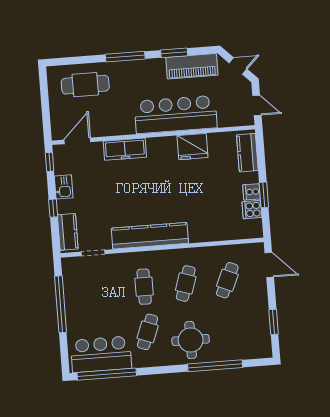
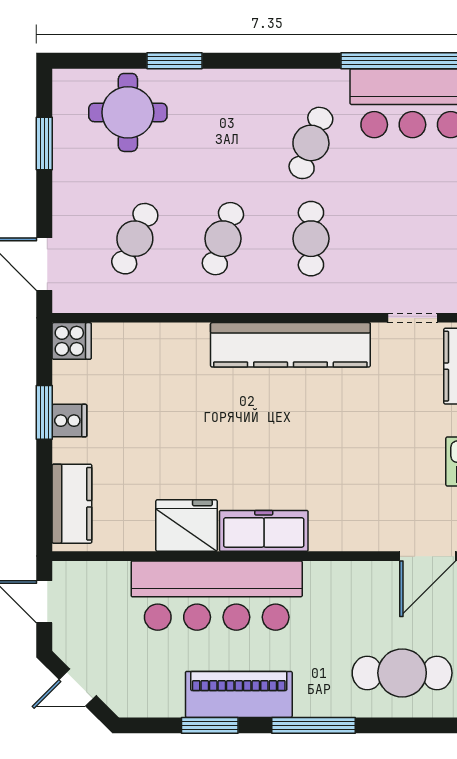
piano: (192, 66) -> (239, 694), moved
freezer: (125, 149) -> (264, 531), moved
cooker: (252, 210) -> (72, 341), moved
round table: (191, 340) -> (128, 112), moved
window: (215, 366) -> (175, 61), width x0.47

